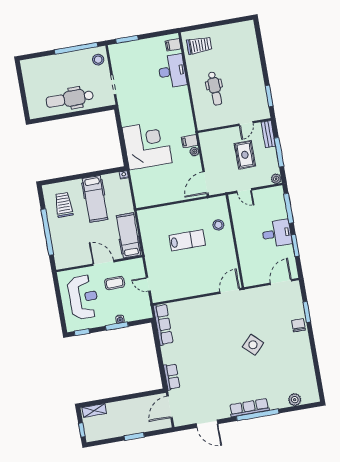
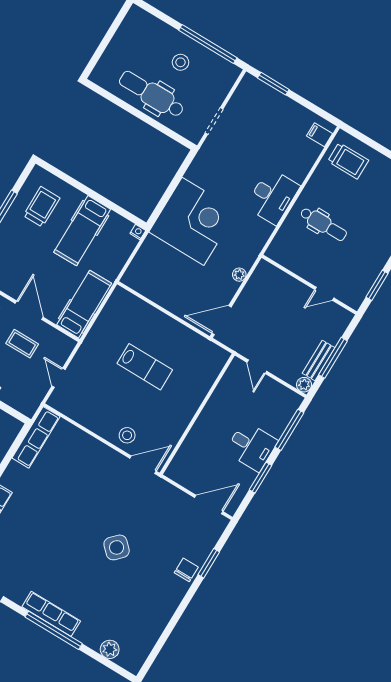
stool: (98, 60) -> (181, 62), moved
desk: (172, 71) -> (273, 196), moved
dental chair: (215, 89) -> (323, 224), turned -88
bench: (268, 134) -> (319, 361), moved
filing cabinet: (190, 141) -> (244, 258), removed
rug: (245, 155) -> (293, 327), removed
stool: (218, 225) -> (127, 435), moved

